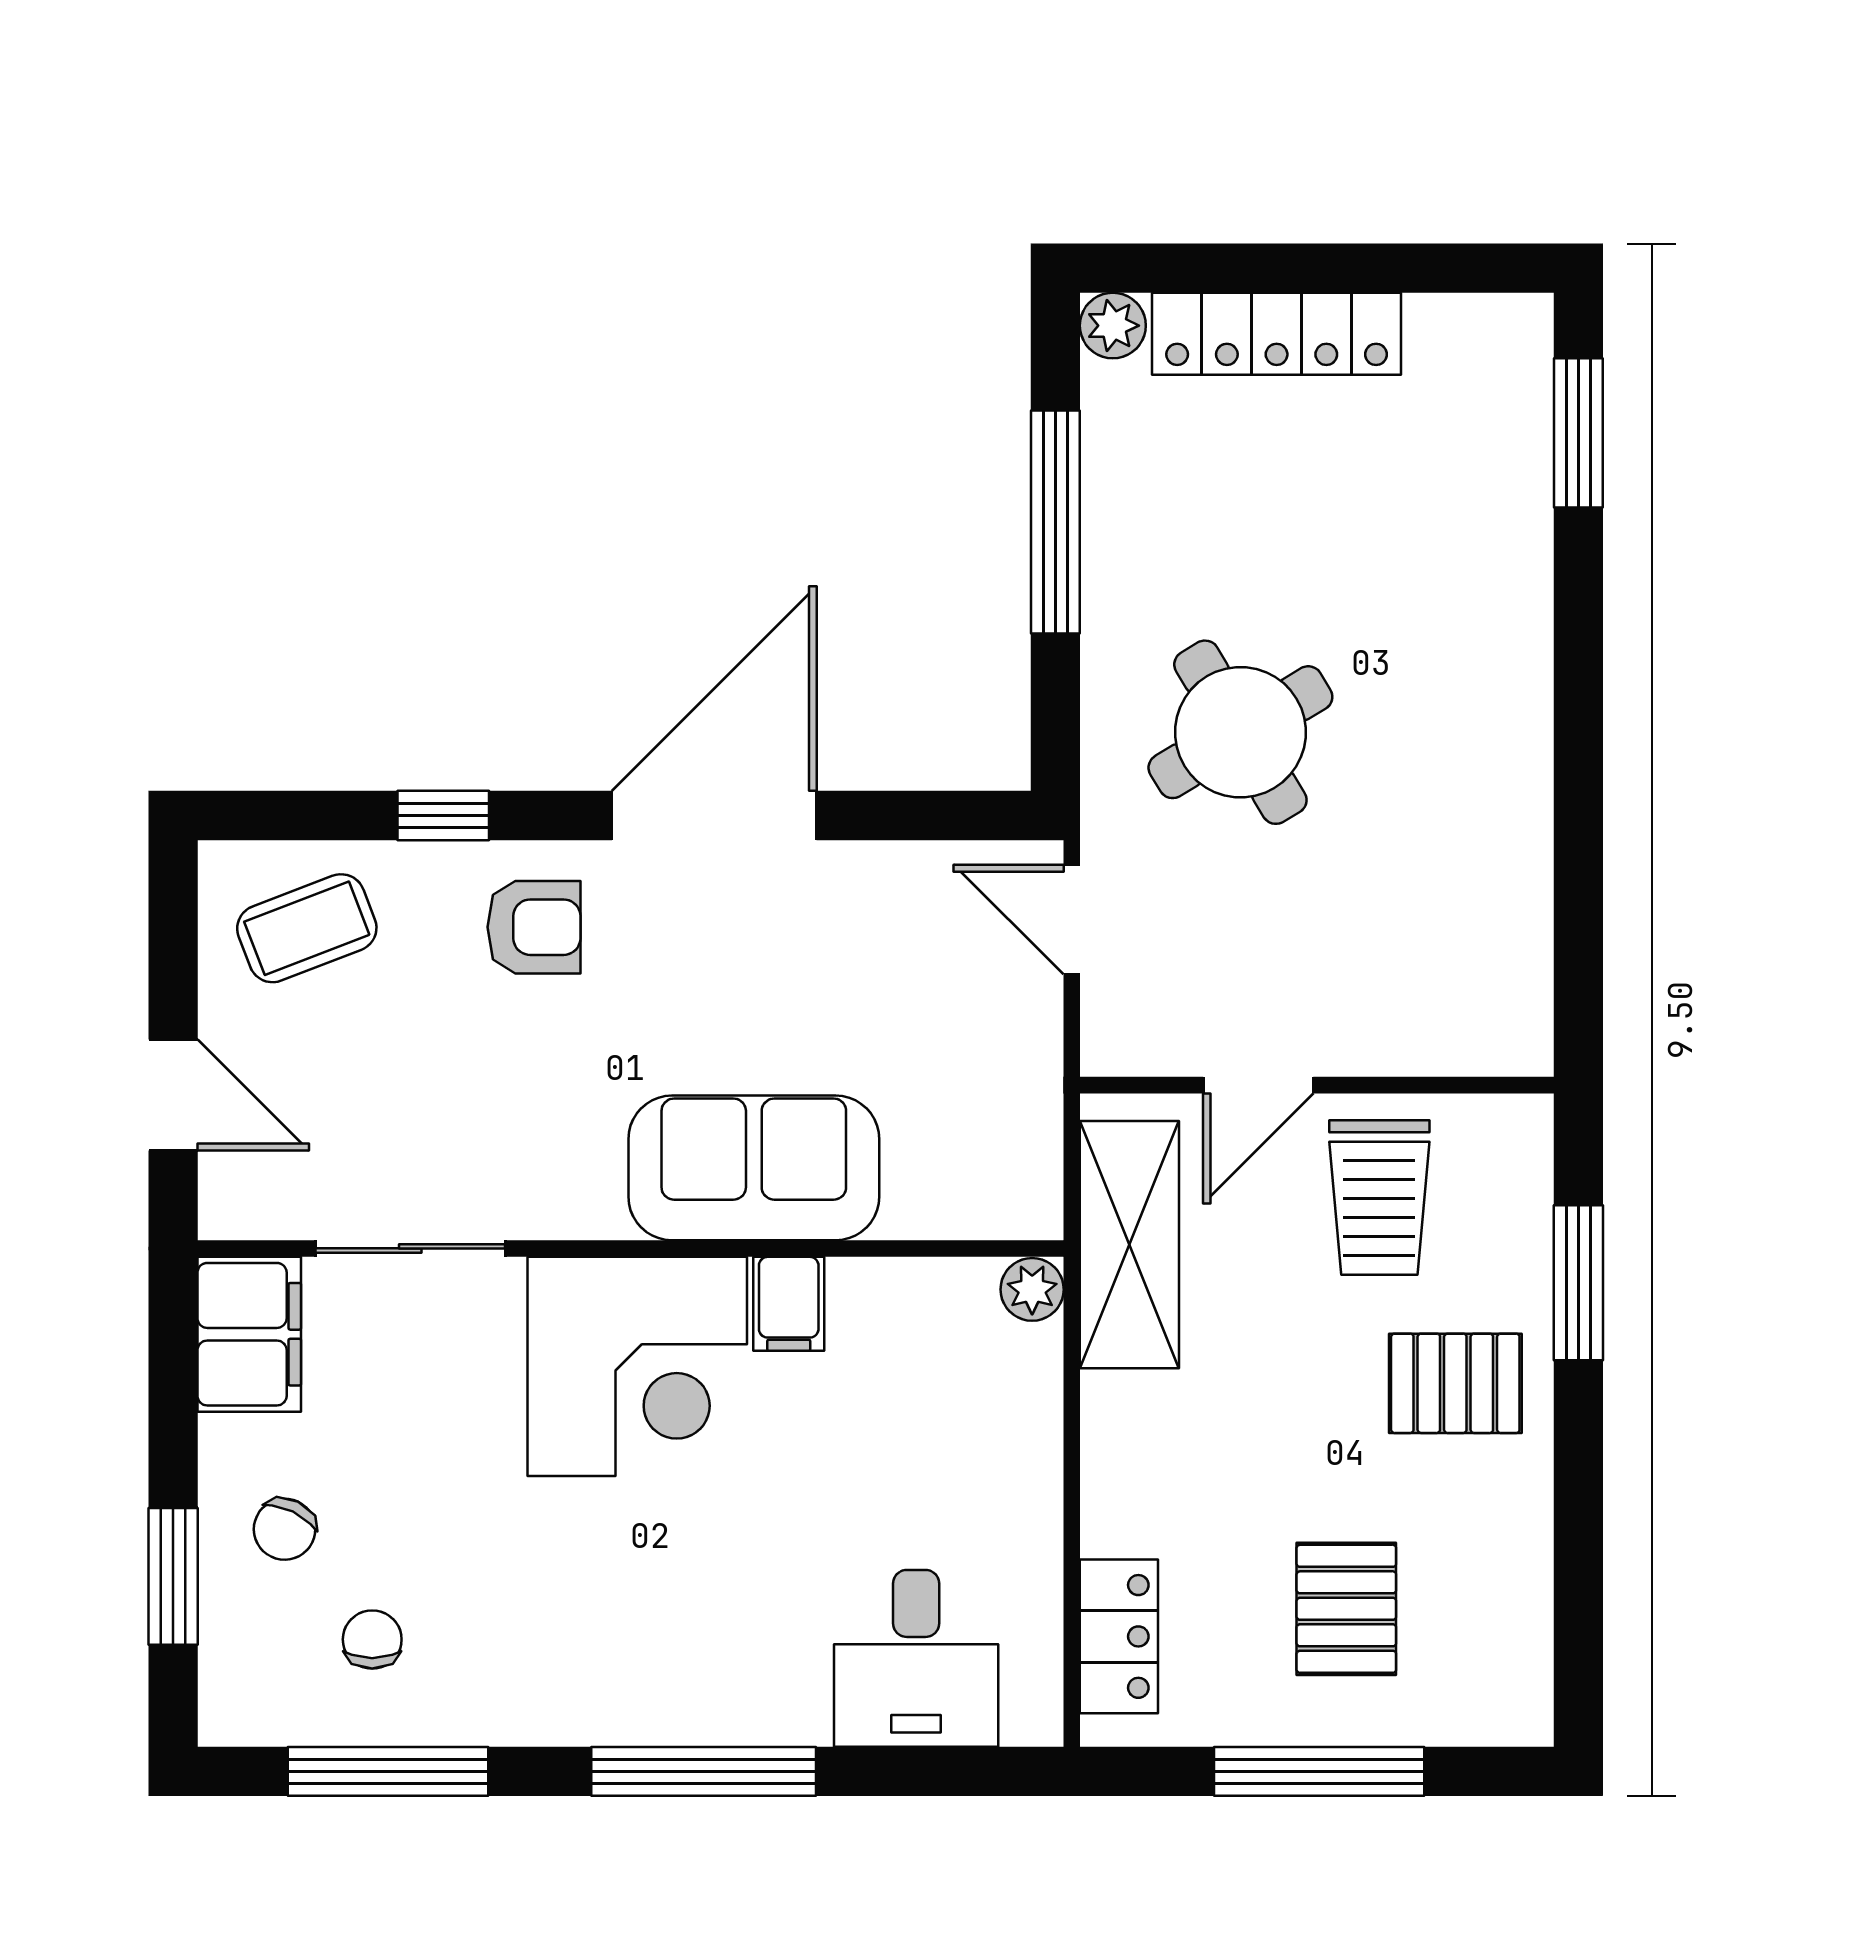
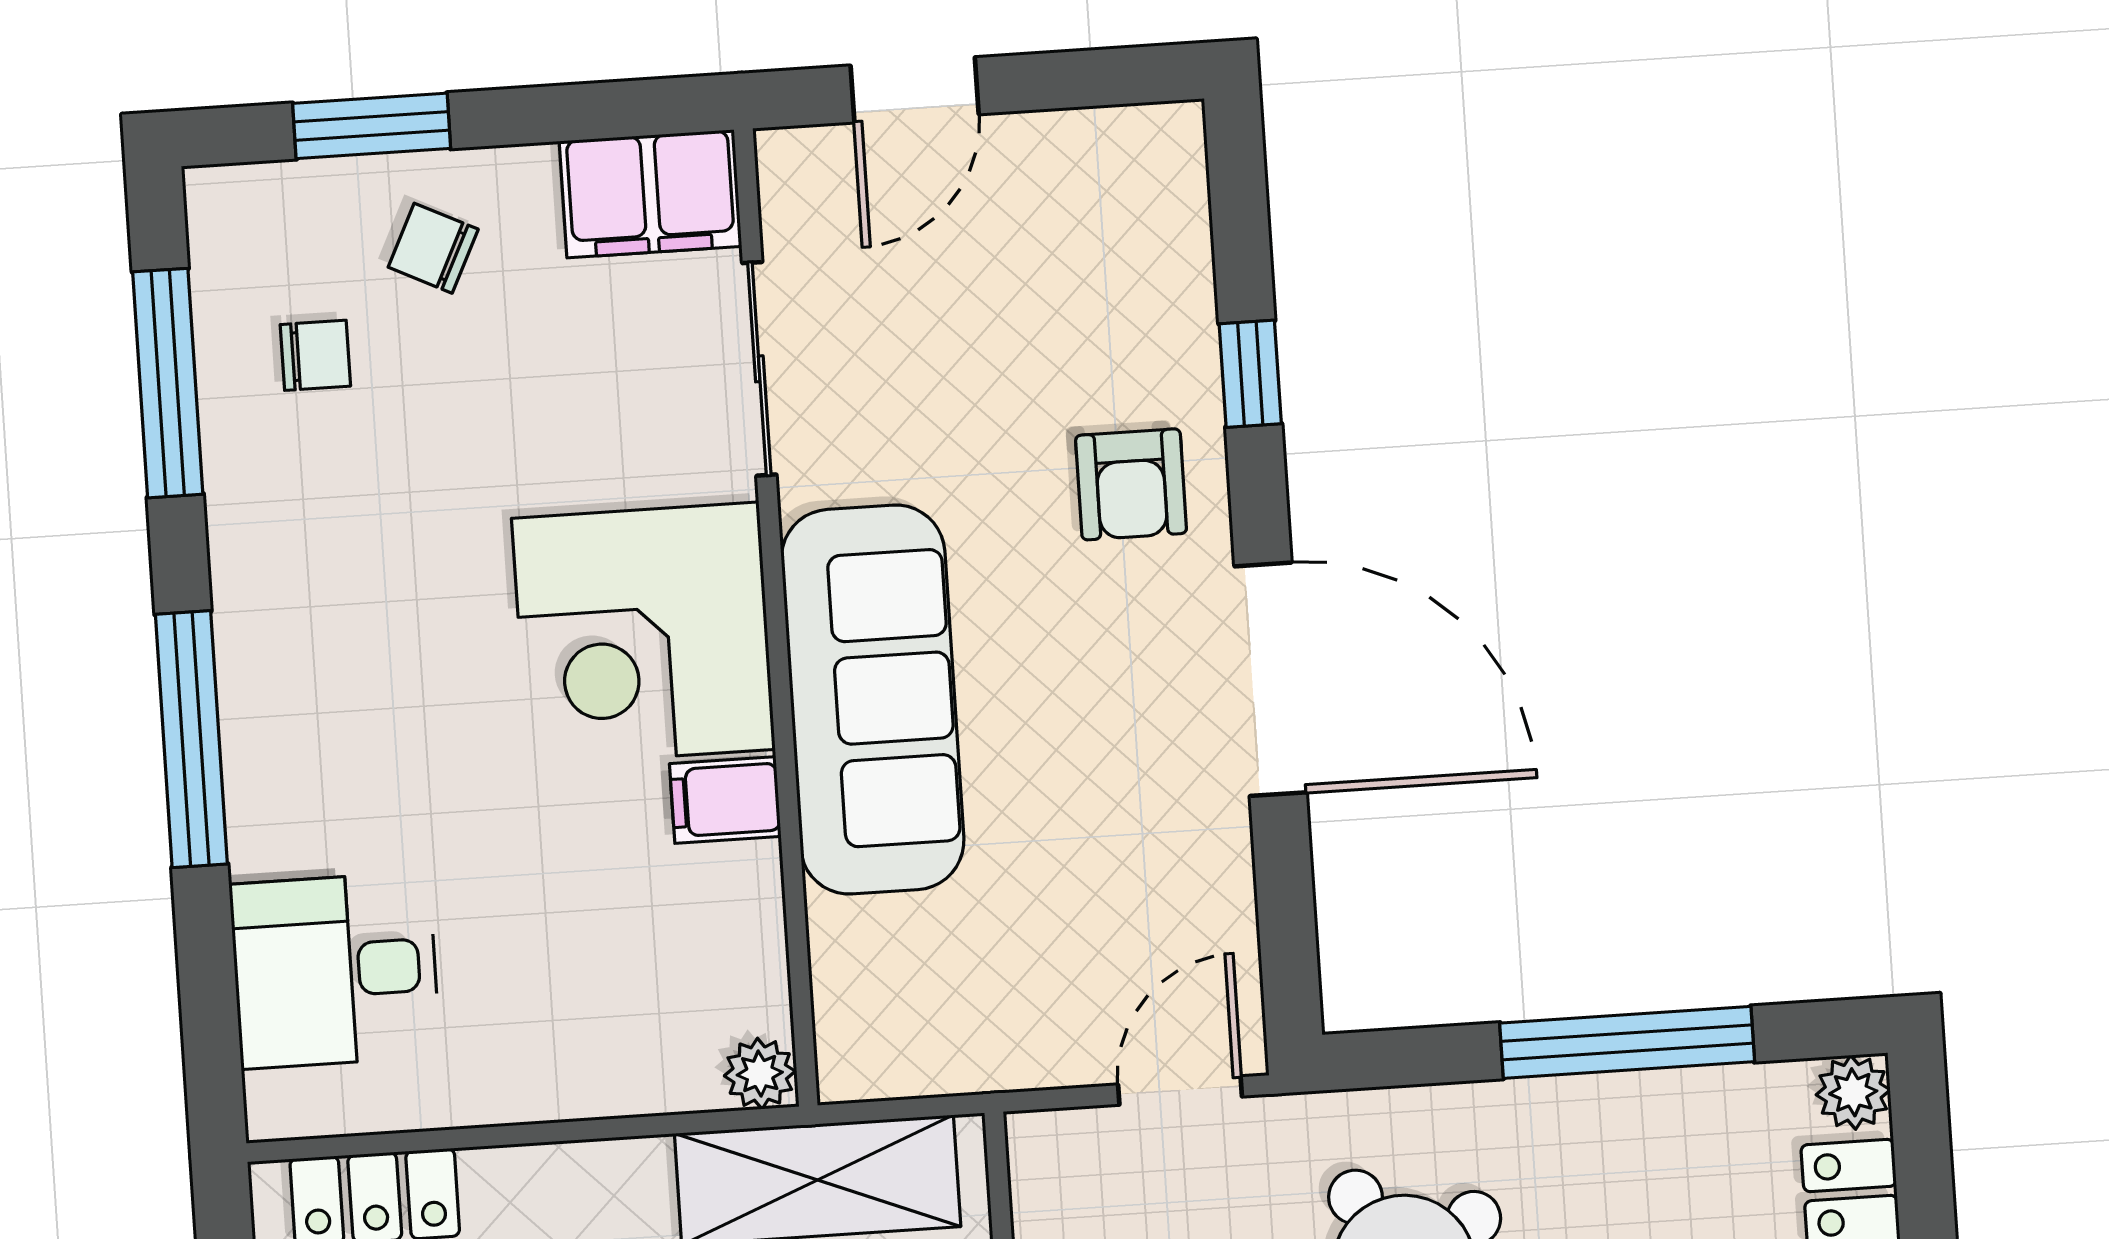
coffee table: (307, 928) -> (1113, 228), removed
sofa: (754, 1168) -> (873, 700), width x1.36

